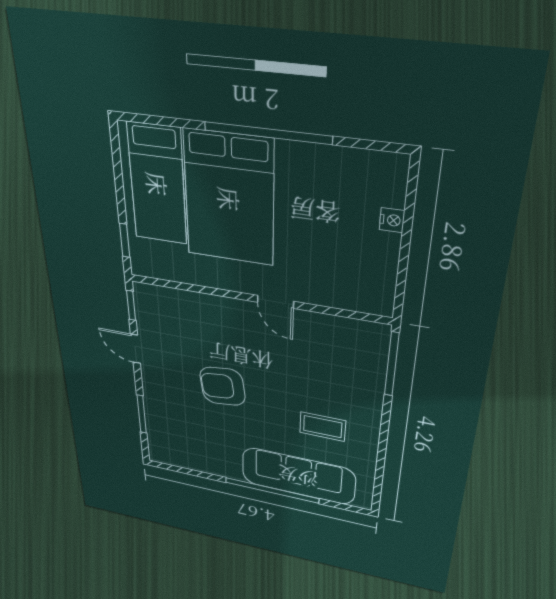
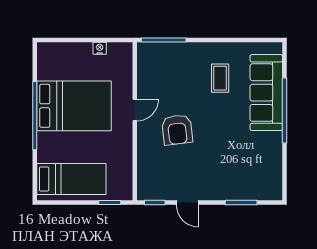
bed: (229, 199) -> (74, 106), moved
nightstand: (392, 220) -> (100, 48), moved
door: (135, 349) -> (187, 202), hinge flipped
armchair: (222, 386) -> (177, 130), moved

